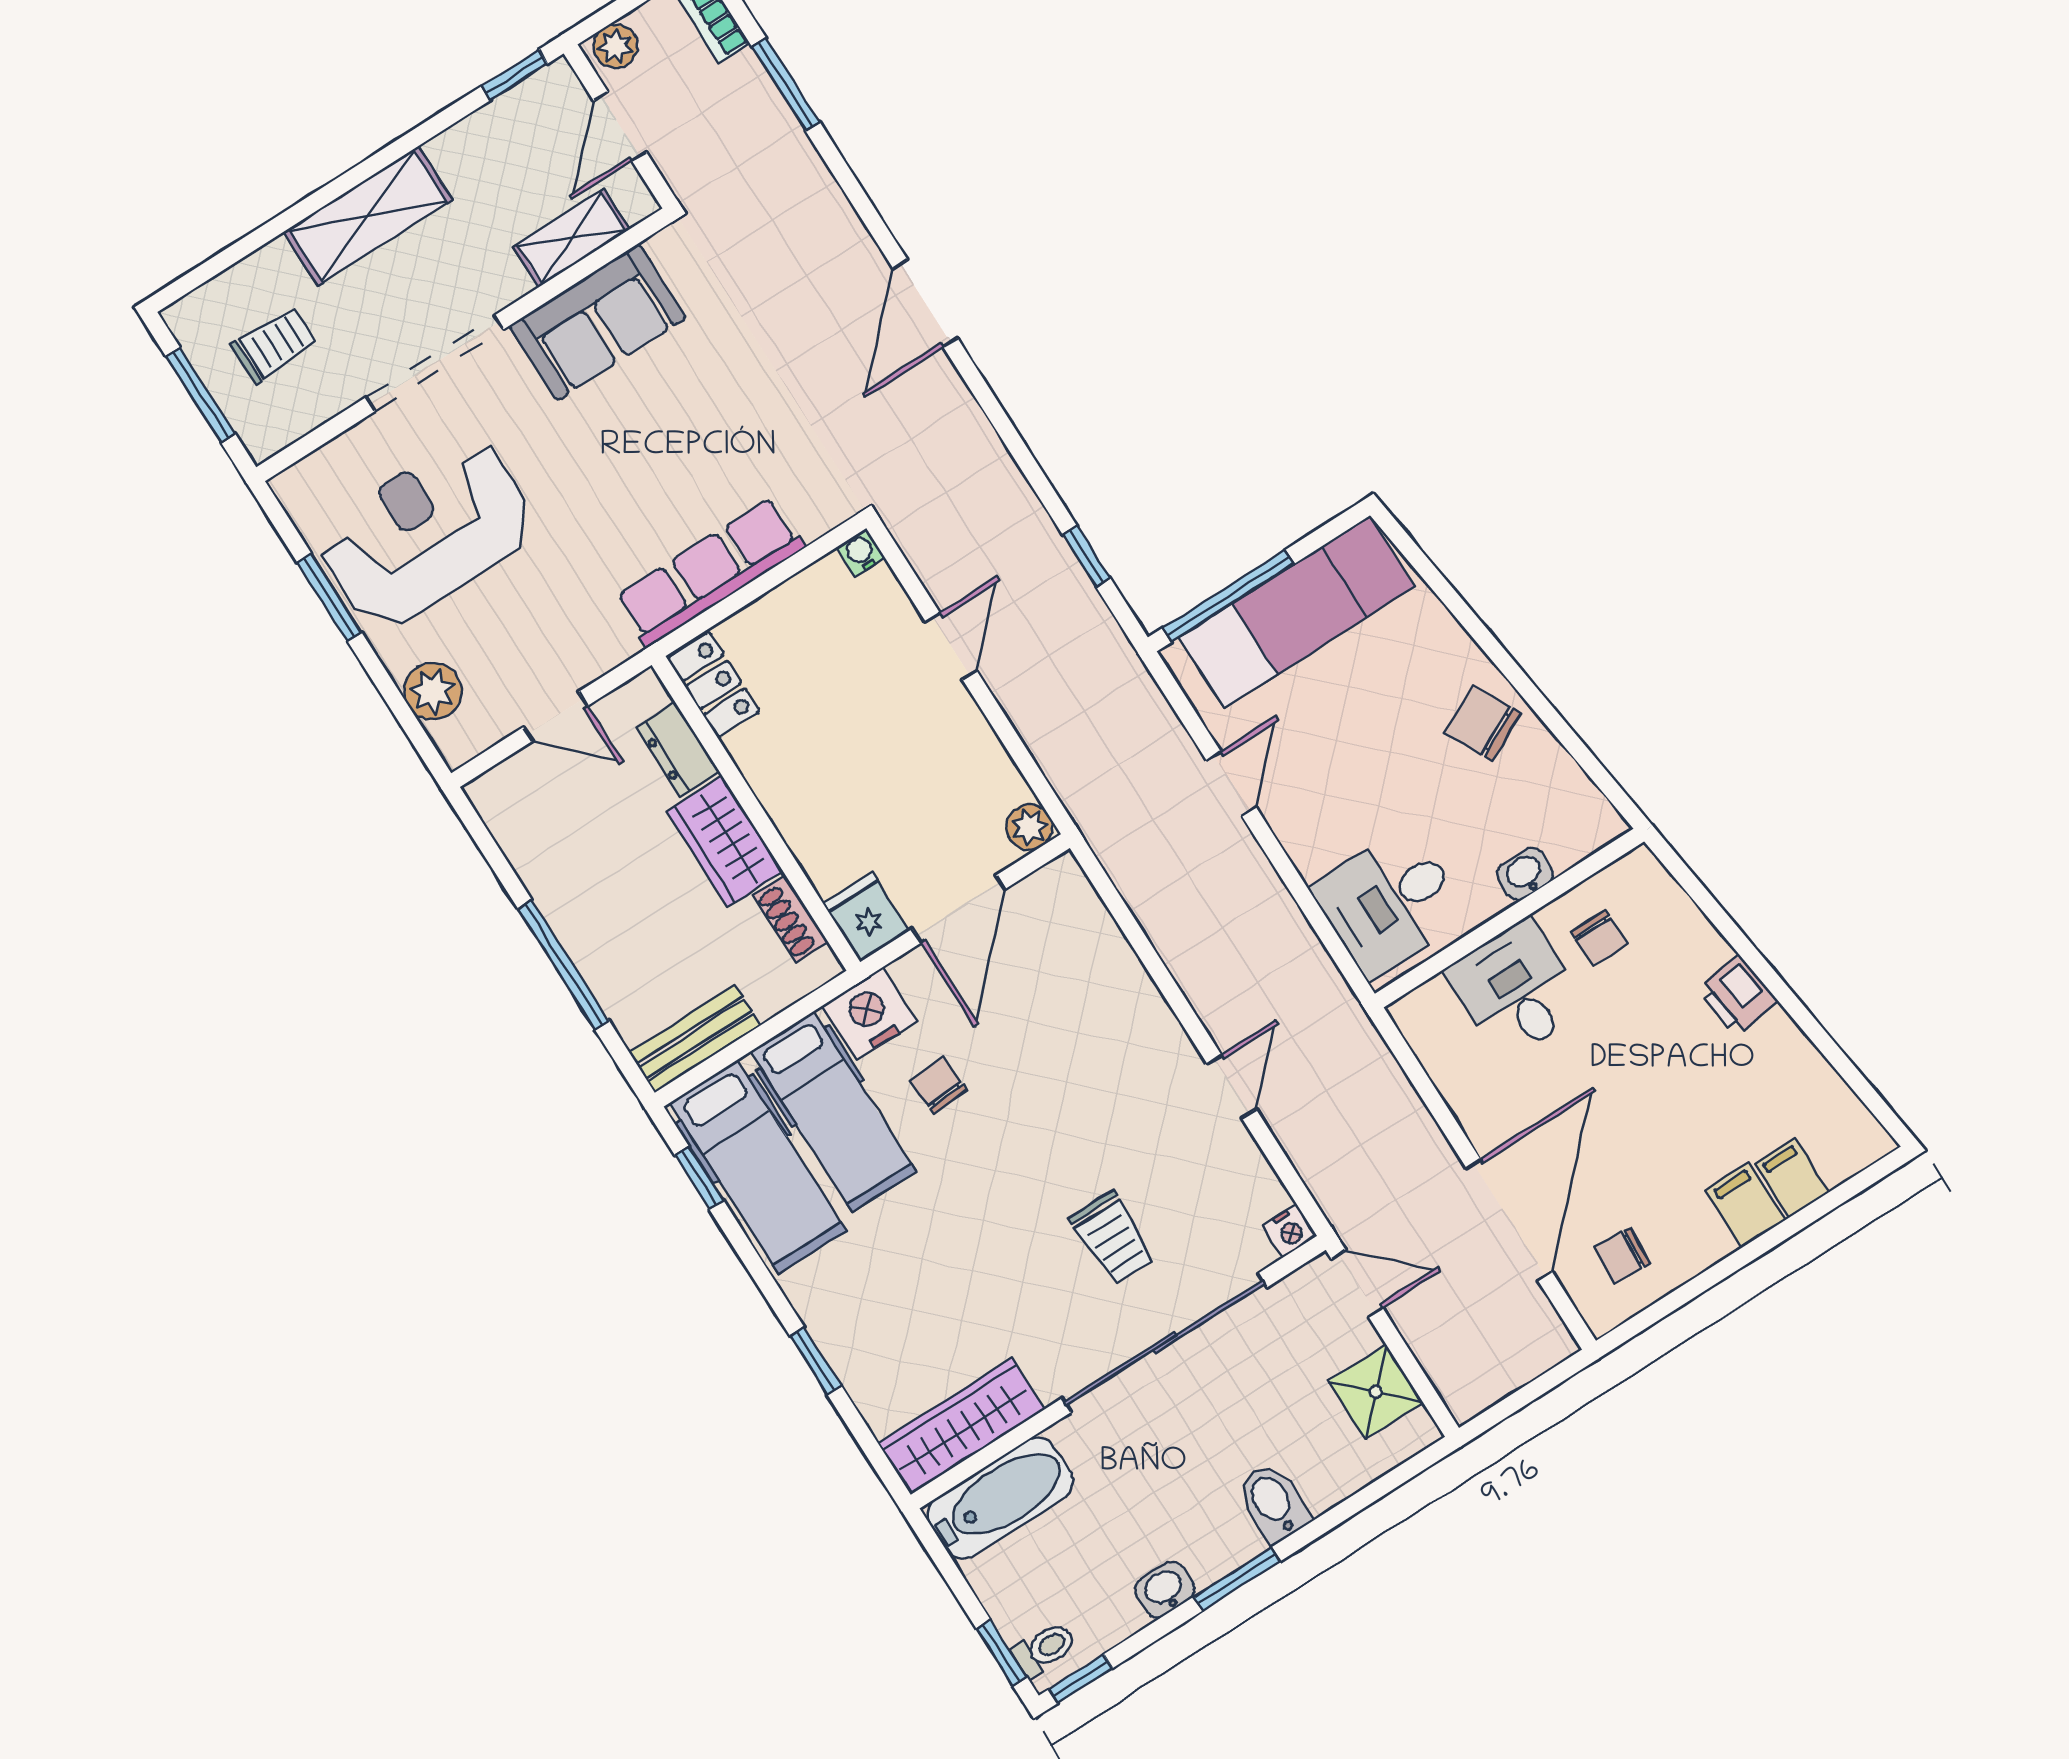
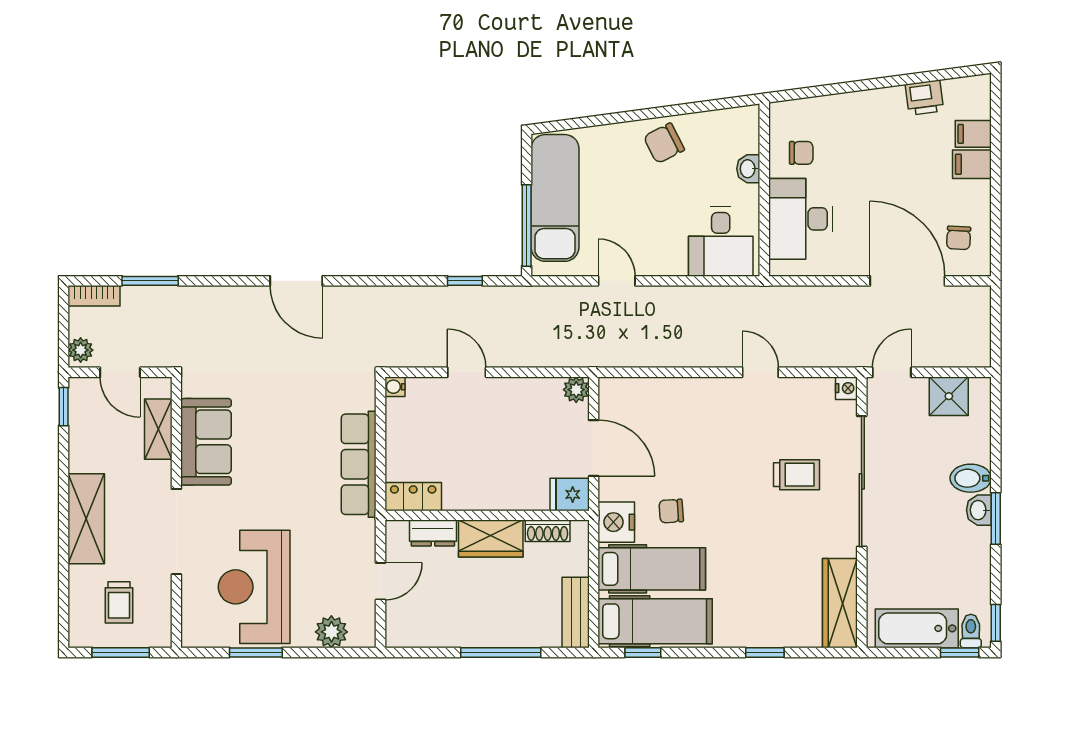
trolley: (274, 345) -> (119, 602), turned 180
desk: (1516, 990) -> (801, 219), width x1.37
printer: (1737, 996) -> (924, 98), moved
bathtub: (1000, 1498) -> (917, 628), moved, turned -90
washbasin: (1165, 1590) -> (979, 510), moved

